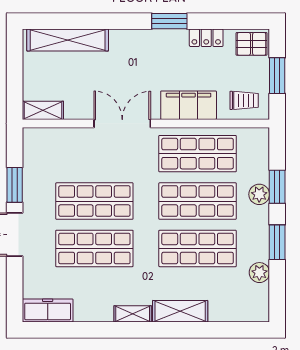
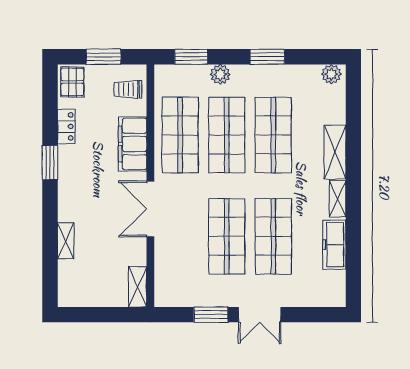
shelving: (68, 40) -> (66, 241), width x0.45, depth x0.75
trolley: (244, 100) -> (128, 89), turned -90
window: (277, 187) -> (191, 57), moved
plant: (259, 273) -> (331, 74), moved
freezer: (48, 311) -> (334, 245), moved

